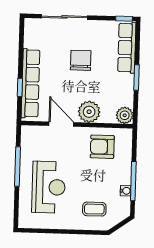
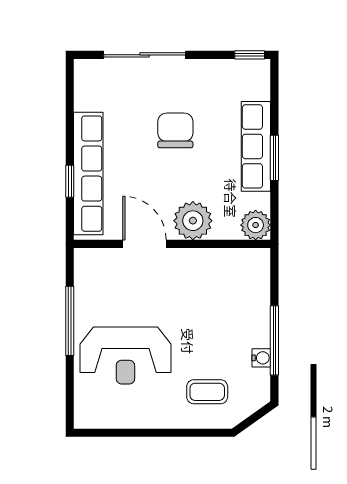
row of seats: (127, 48) -> (256, 146), moved
armchair: (102, 147) -> (218, 281), removed
reception desk: (49, 187) -> (125, 355), turned 90

